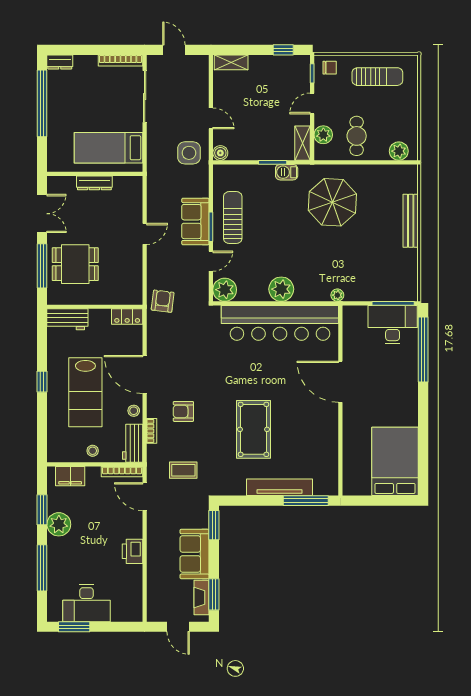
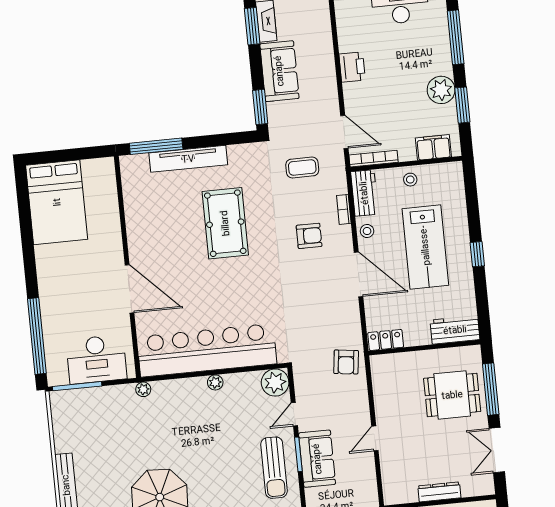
plant: (281, 289) -> (215, 382), width x0.53, depth x0.53
desk: (393, 325) -> (96, 359), moved
lab bench: (85, 392) -> (425, 247), turned 180

